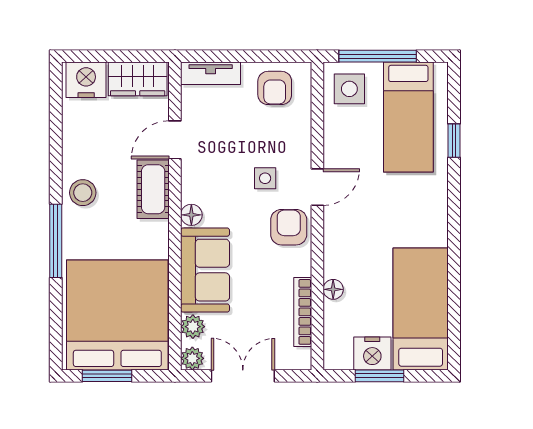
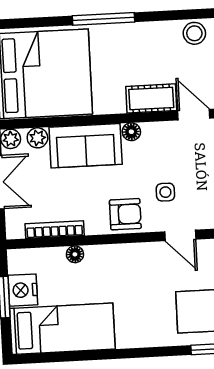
door: (317, 187) -> (180, 235), moved
stool: (83, 193) -> (194, 33), moved

